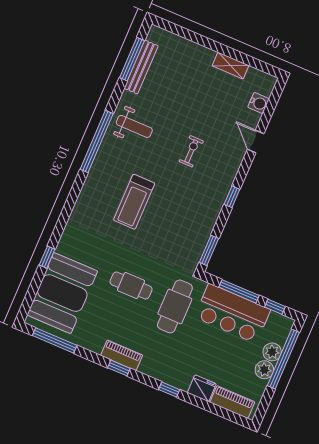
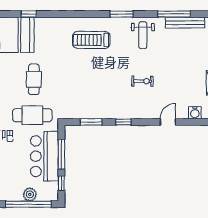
window: (132, 59) -> (174, 14), moved
window: (97, 142) -> (122, 14), width x0.47
treadmill: (134, 202) -> (91, 40), moved
window: (209, 250) -> (91, 122), moved
plant: (264, 370) -> (15, 194), removed

